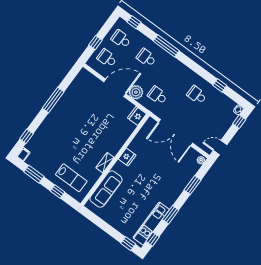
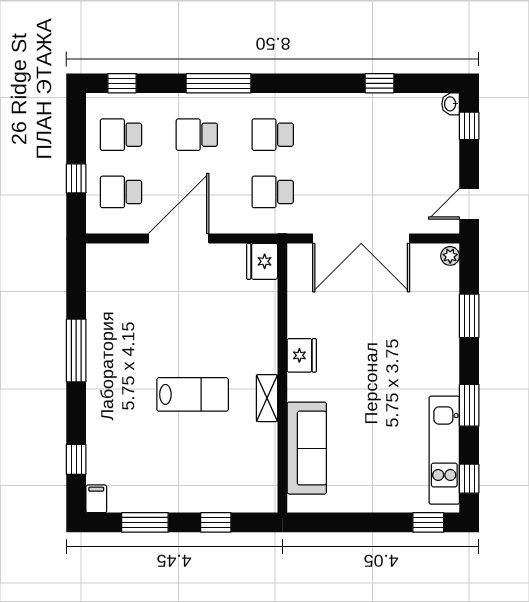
plant: (136, 92) -> (226, 217), removed
school desk: (197, 95) -> (273, 135), moved
lab bench: (71, 178) -> (193, 394), moved

